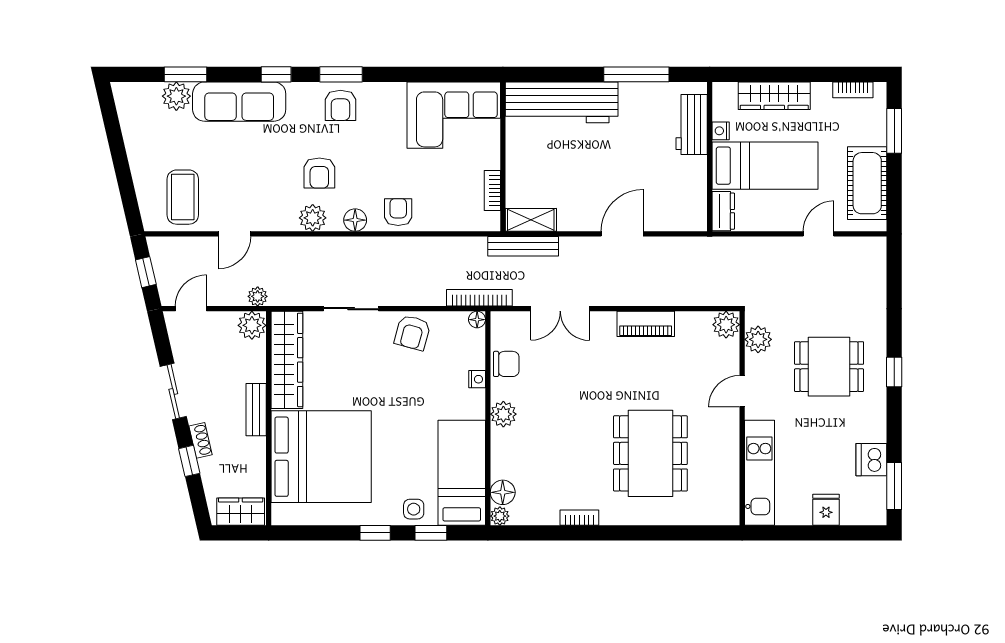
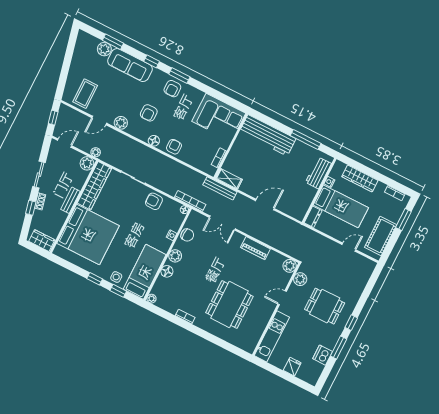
plant: (313, 218) -> (121, 123), moved
armchair: (412, 333) -> (154, 201), turned 75
window: (894, 486) -> (339, 347), moved
floor lamp: (503, 492) -> (167, 271), moved

